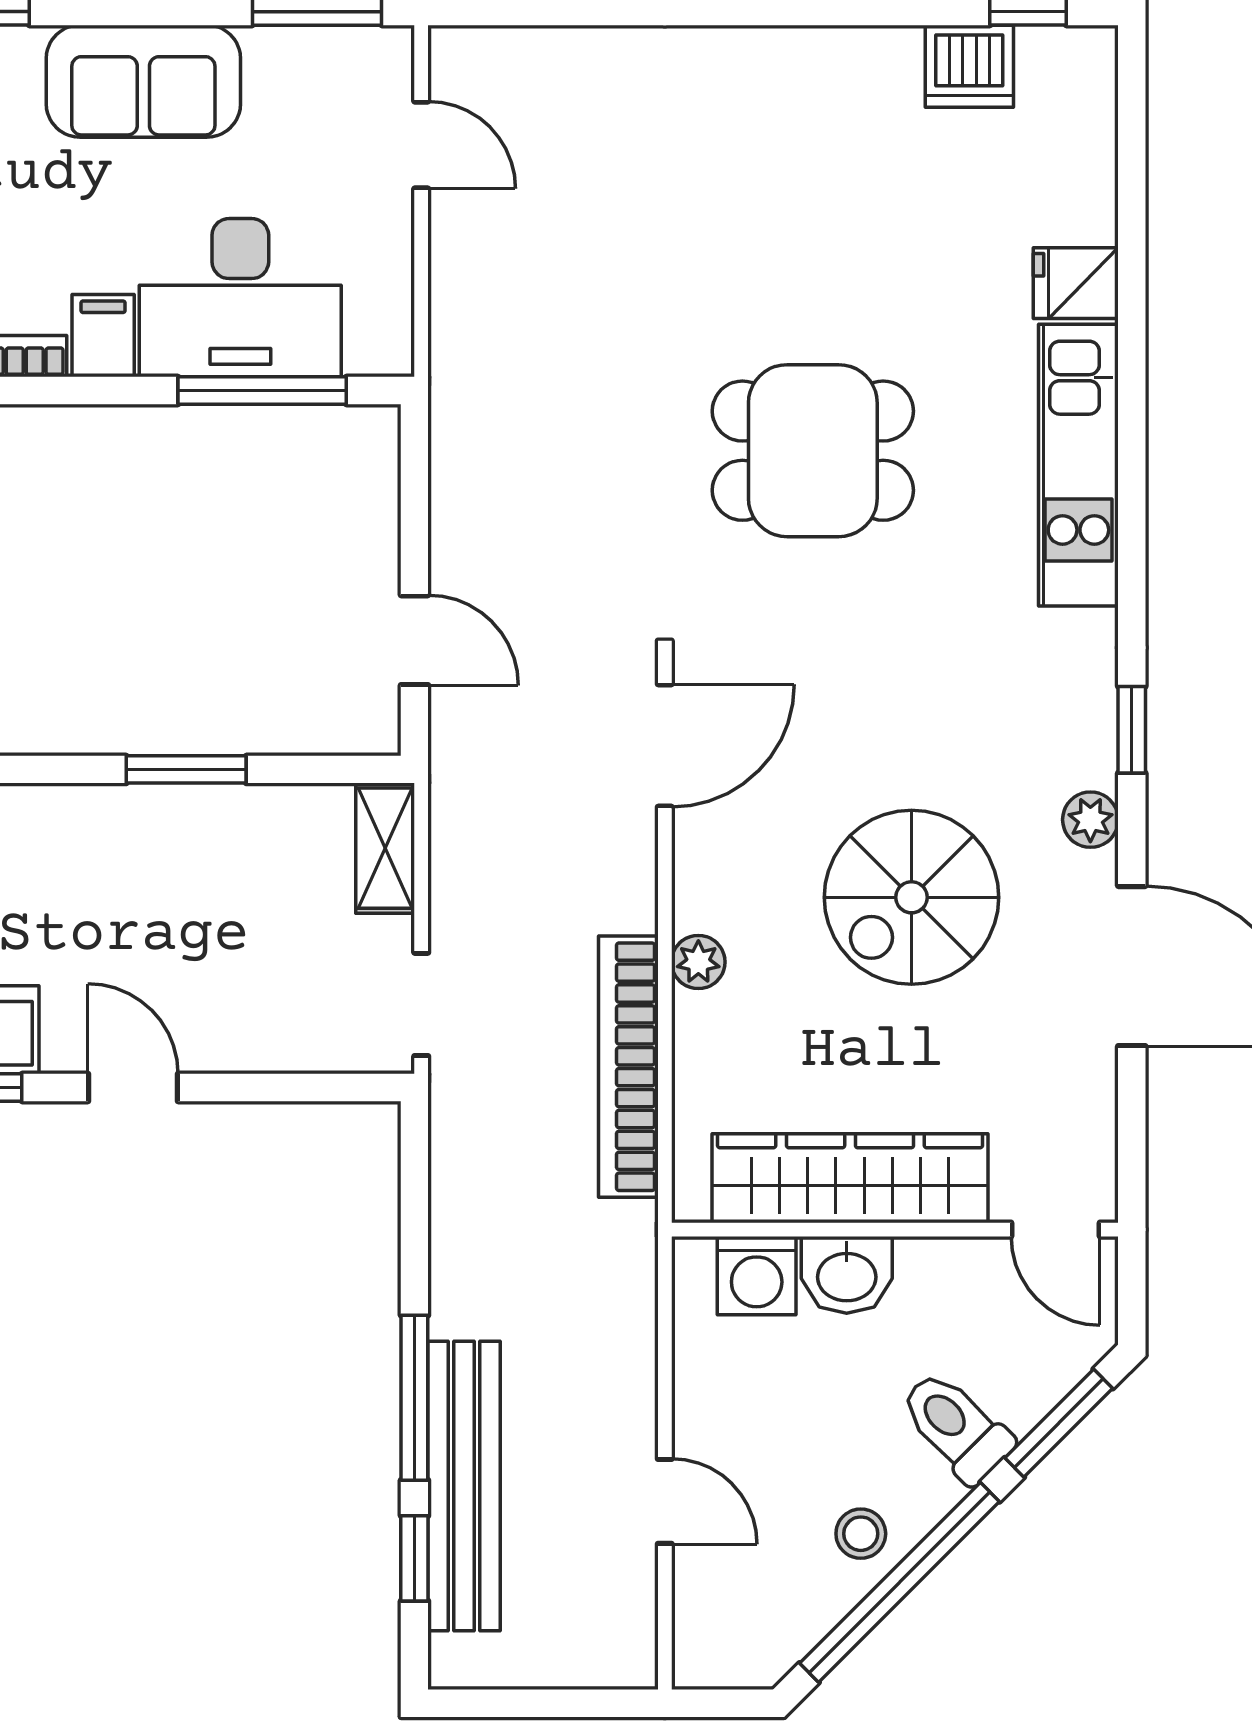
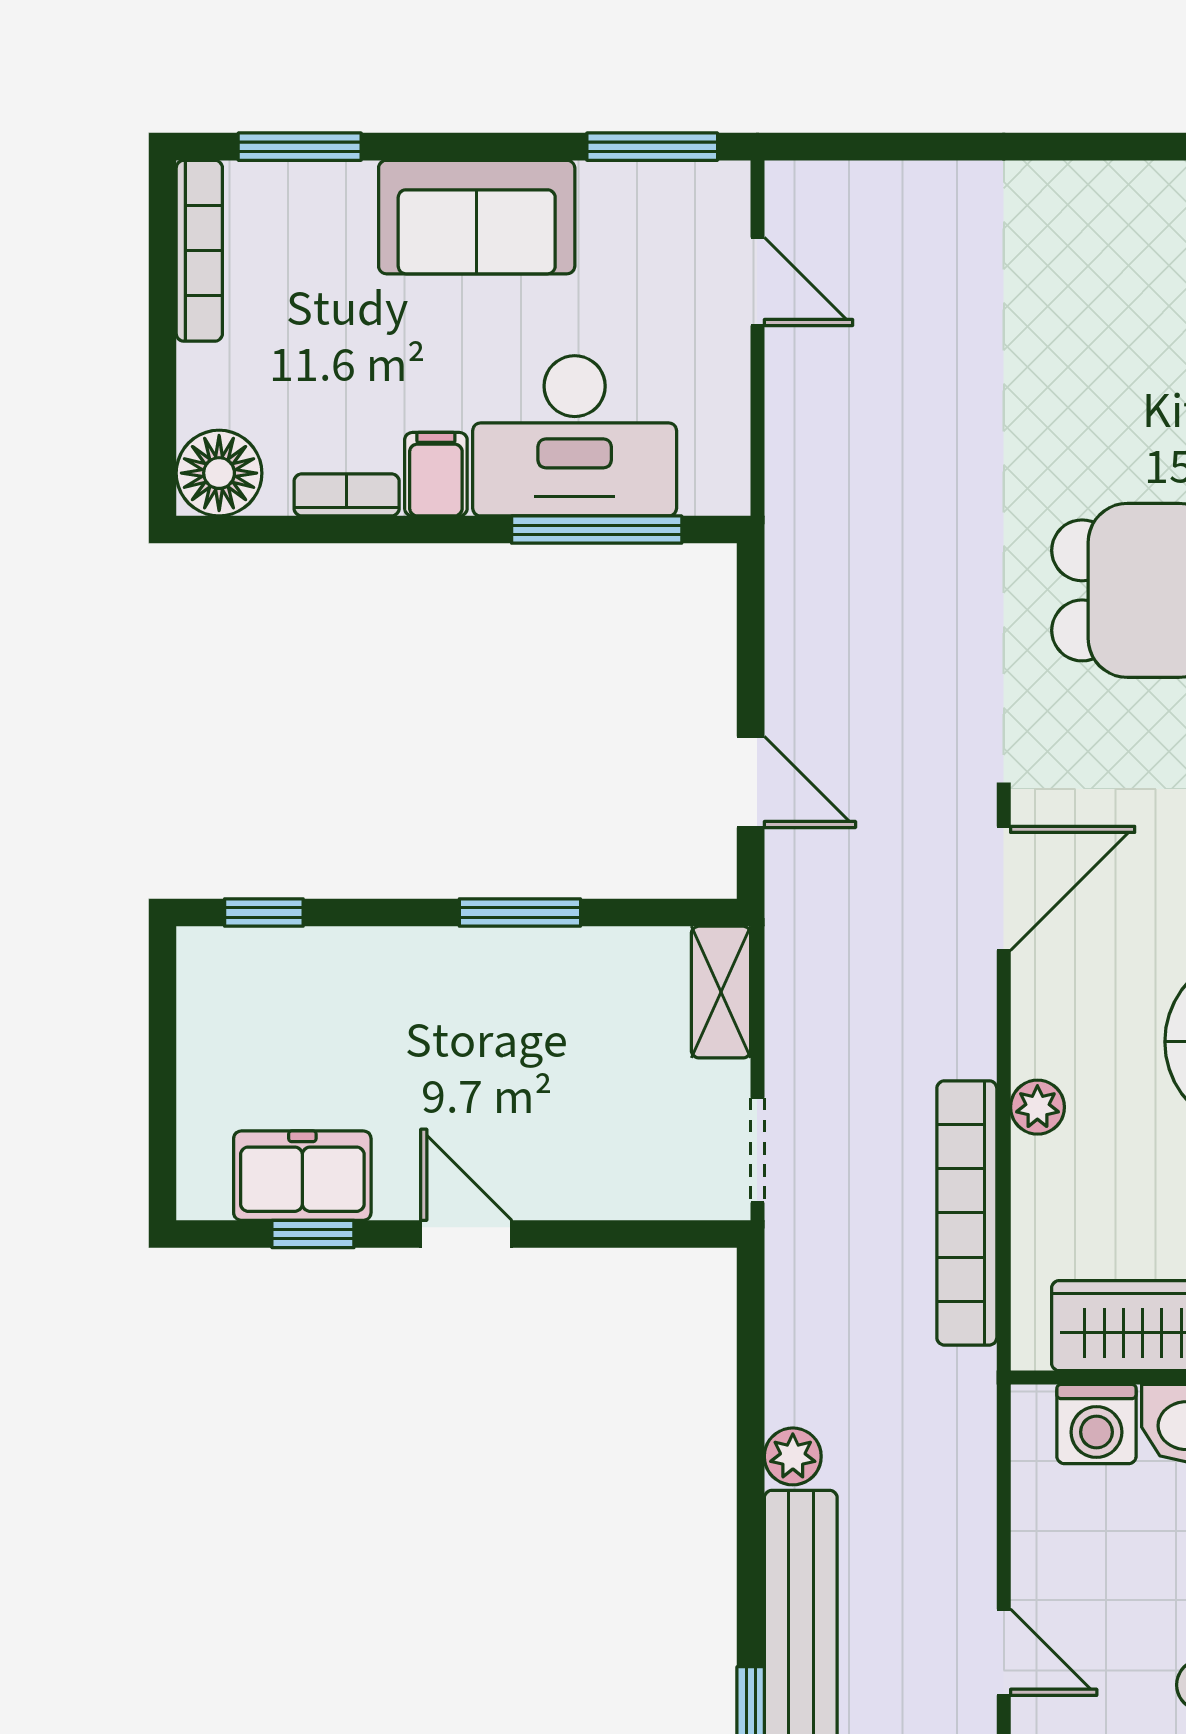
plant: (456, 1308) -> (793, 1456), added
window: (414, 1398) -> (751, 1548), removed

